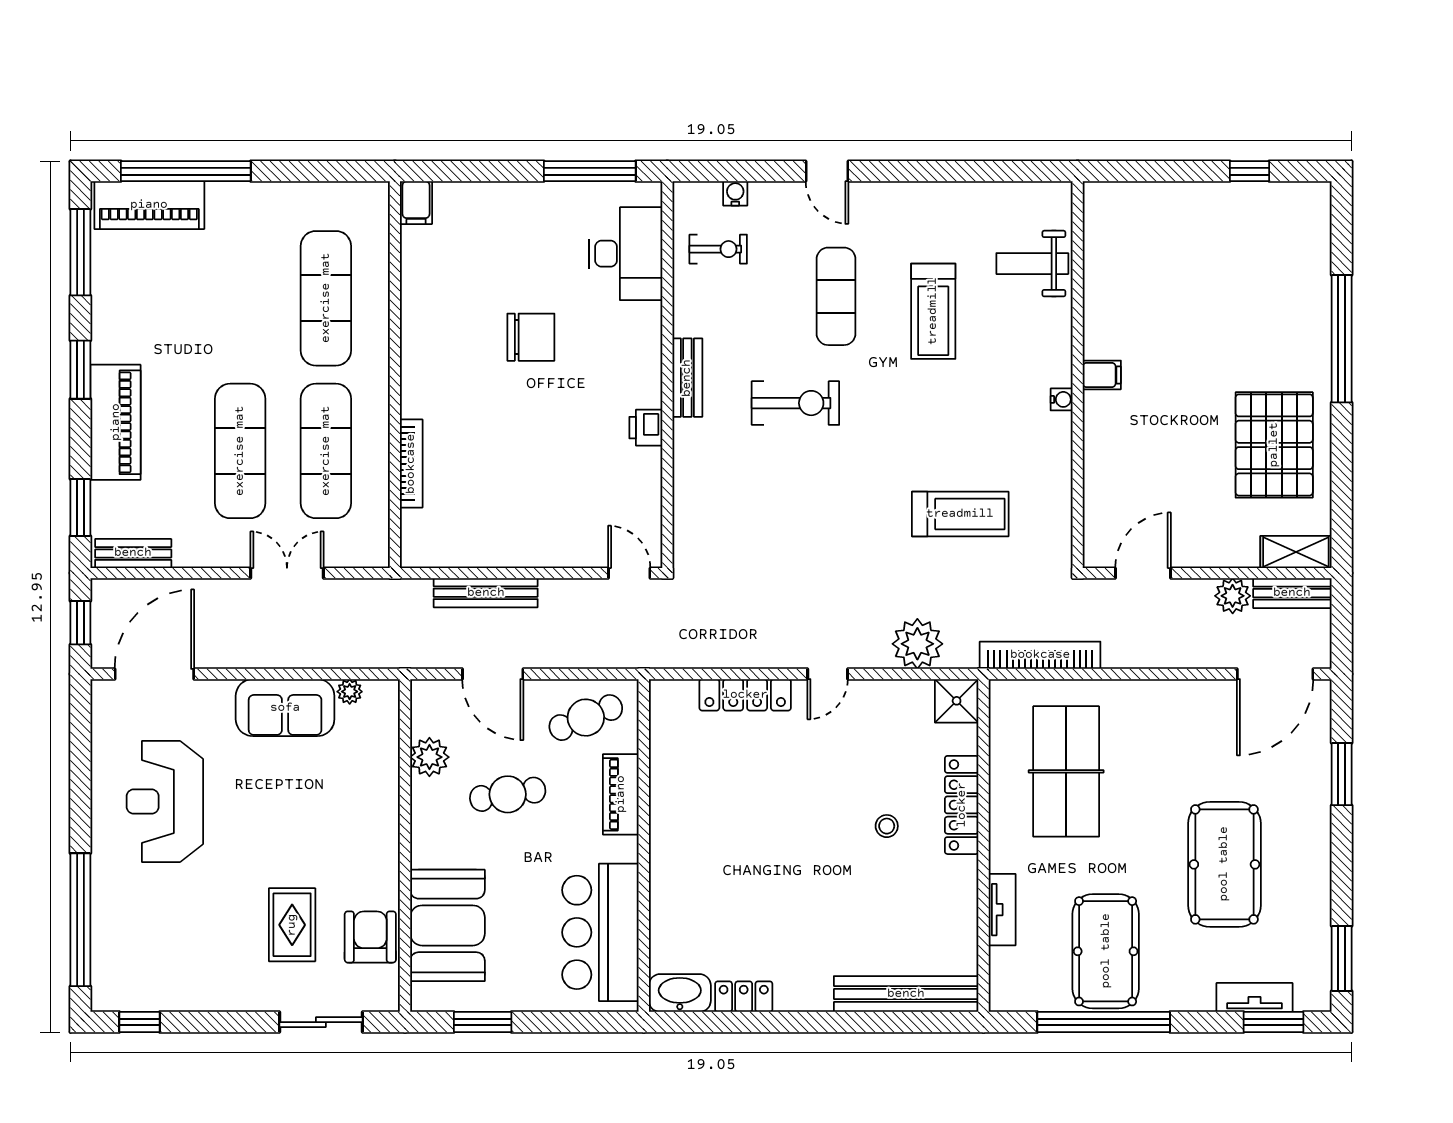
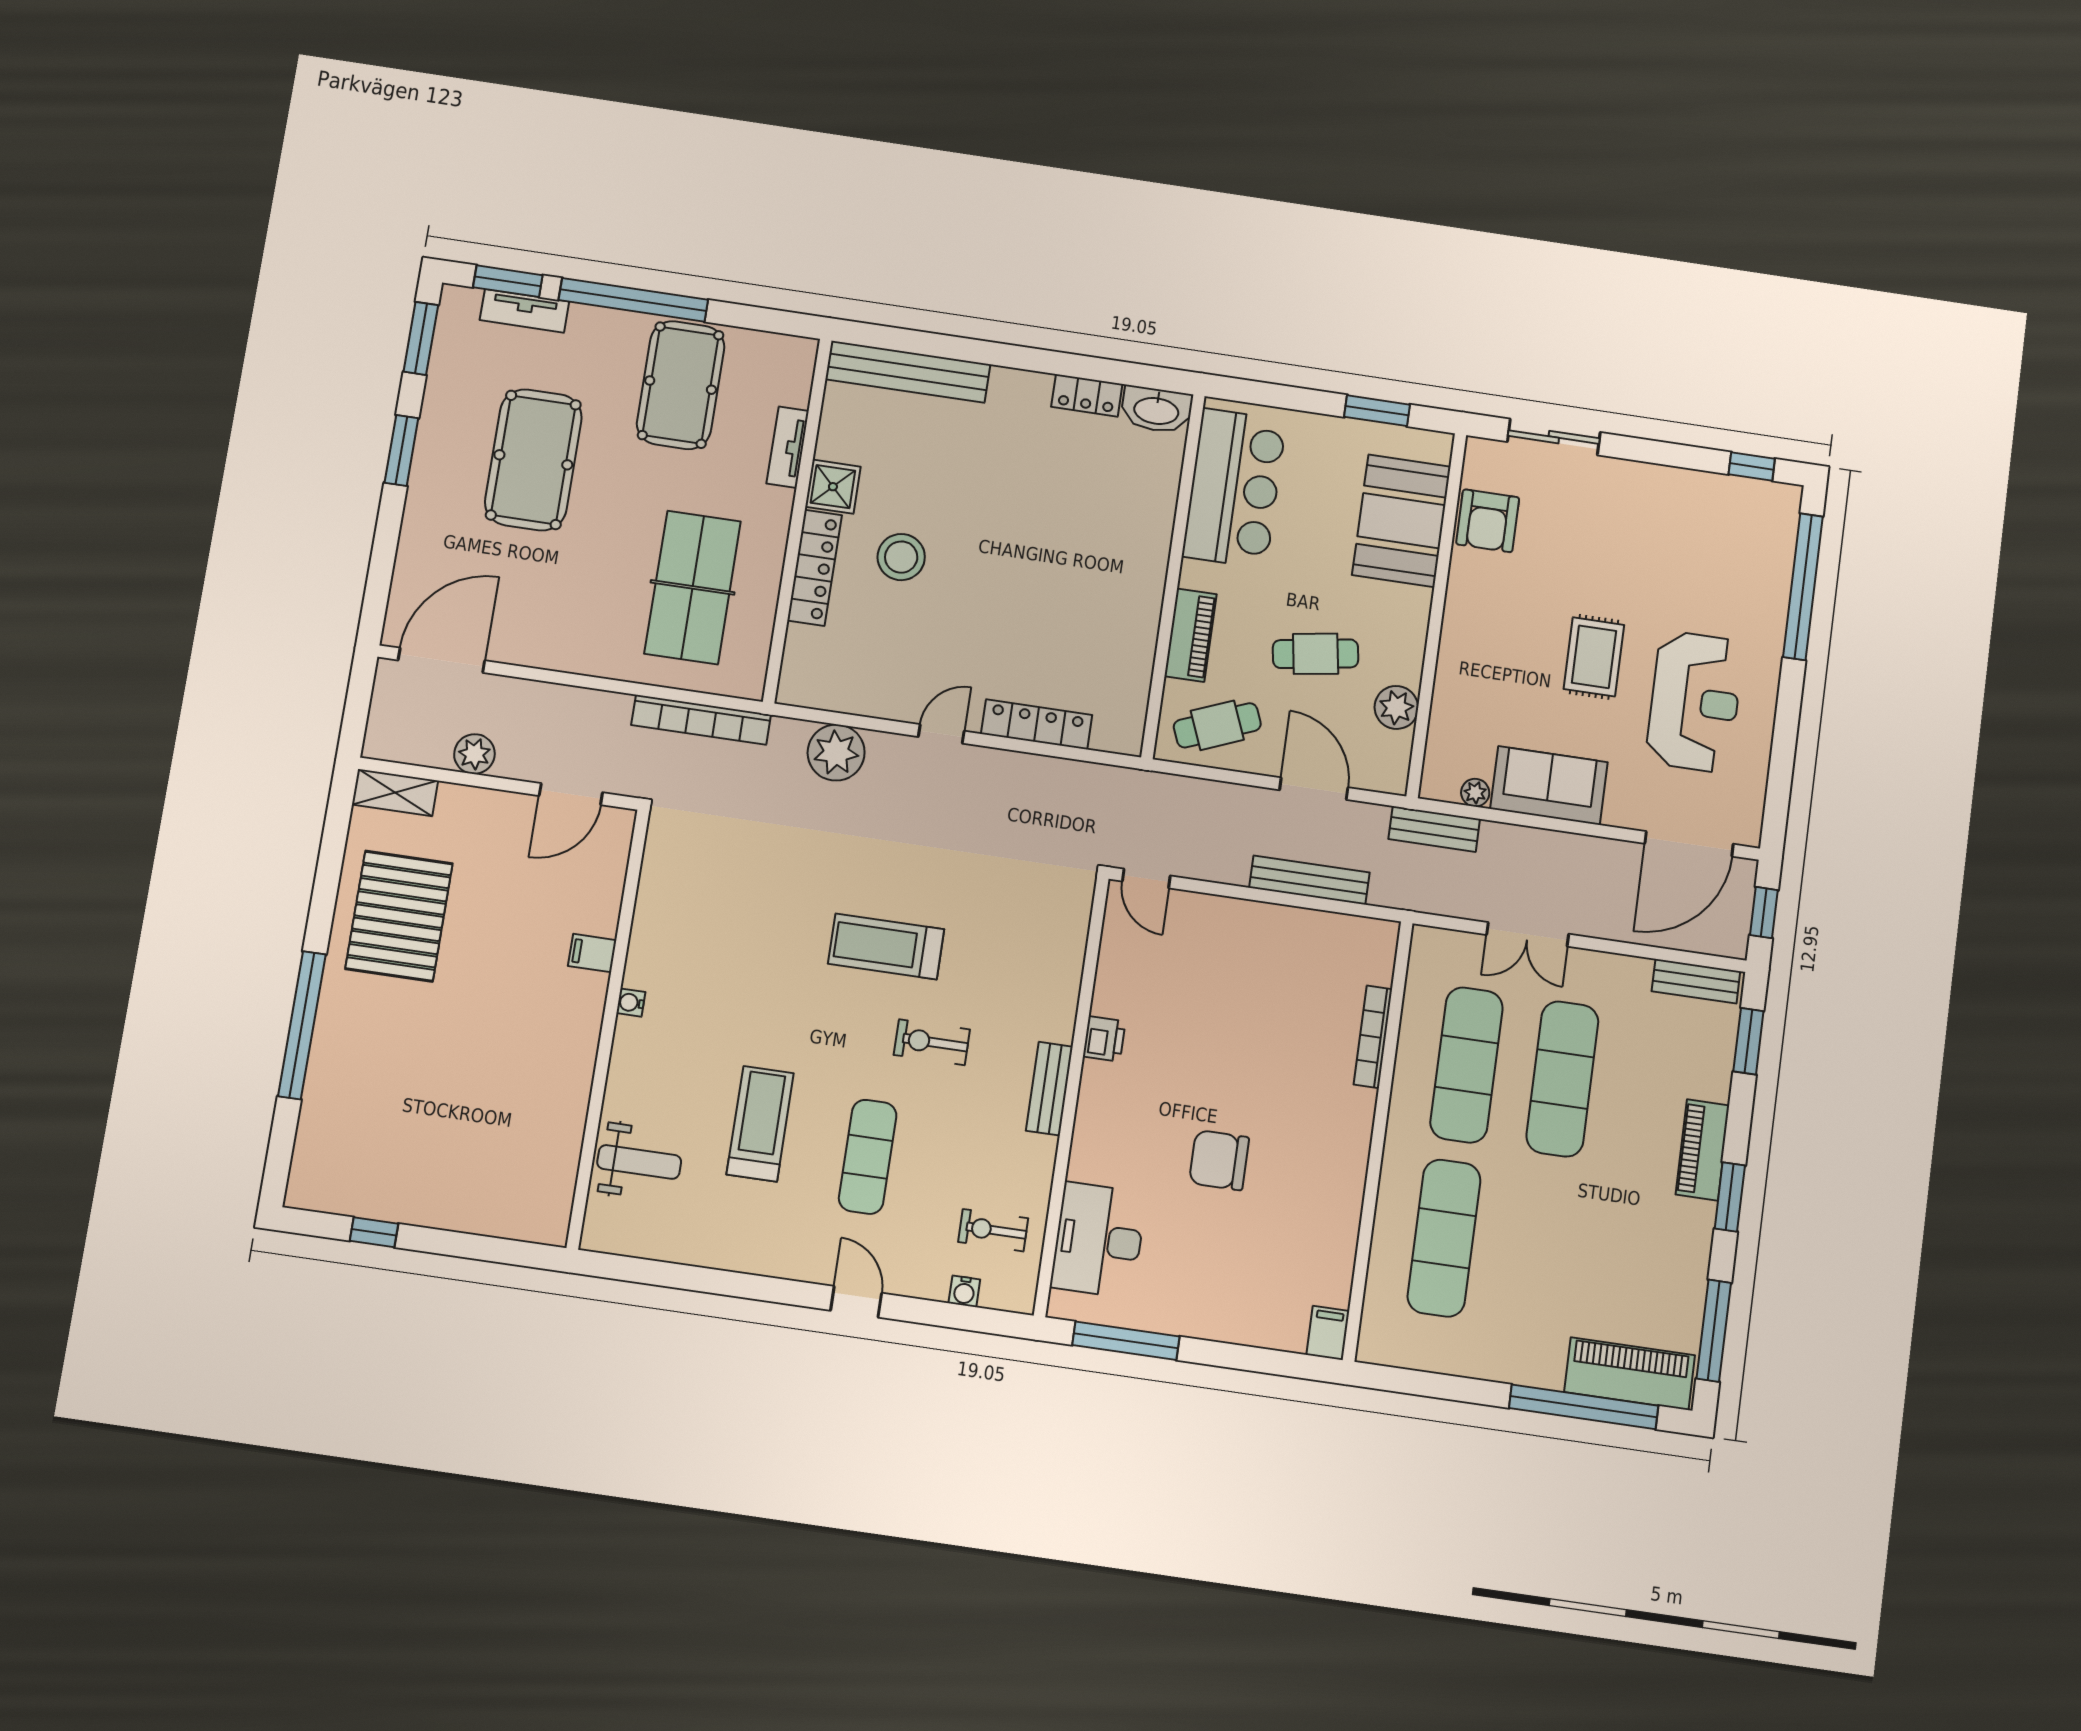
filing cabinet: (1102, 375) -> (592, 953), moved
exercise bike: (795, 403) -> (932, 1042), width x0.73, depth x0.72
piano: (116, 422) -> (1702, 1150), width x0.73, depth x0.75
treadmill: (960, 514) -> (886, 946), moved
bench: (1292, 593) -> (1434, 829), moved
shower: (957, 701) -> (833, 487), moved
window: (1342, 774) -> (401, 450), moved
stool: (887, 826) -> (901, 557), width x1.89, depth x1.89
rug: (292, 925) -> (1594, 657), moved
window: (1104, 1022) -> (633, 300), moved

